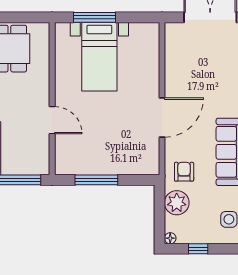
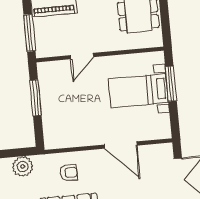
door: (162, 118) -> (121, 145), moved
armchair: (184, 172) -> (69, 173), moved

